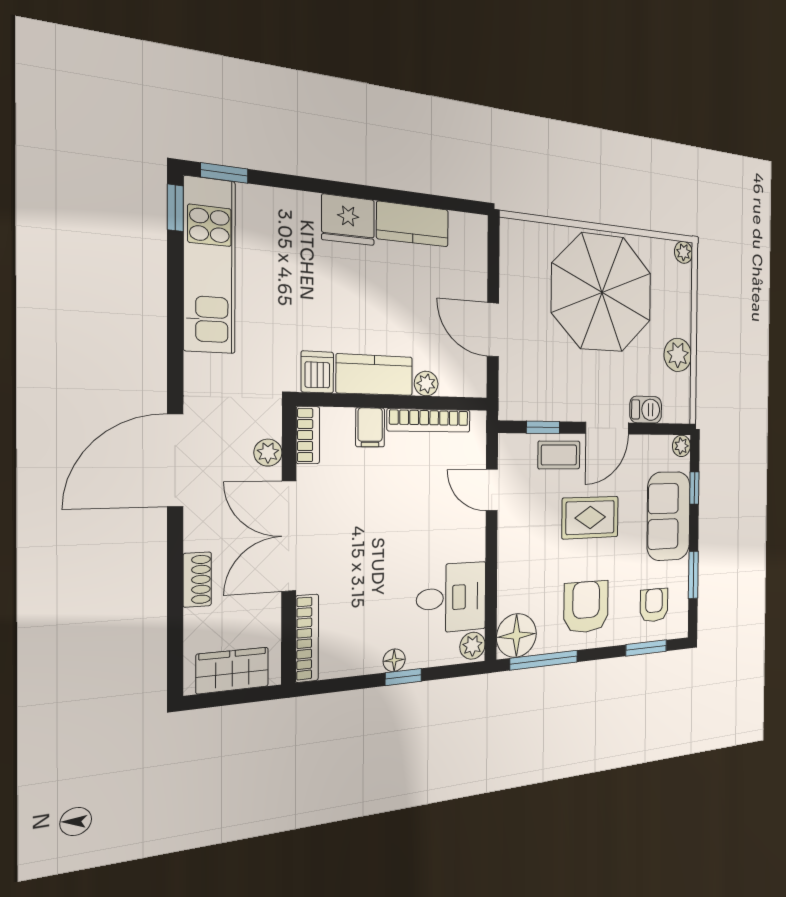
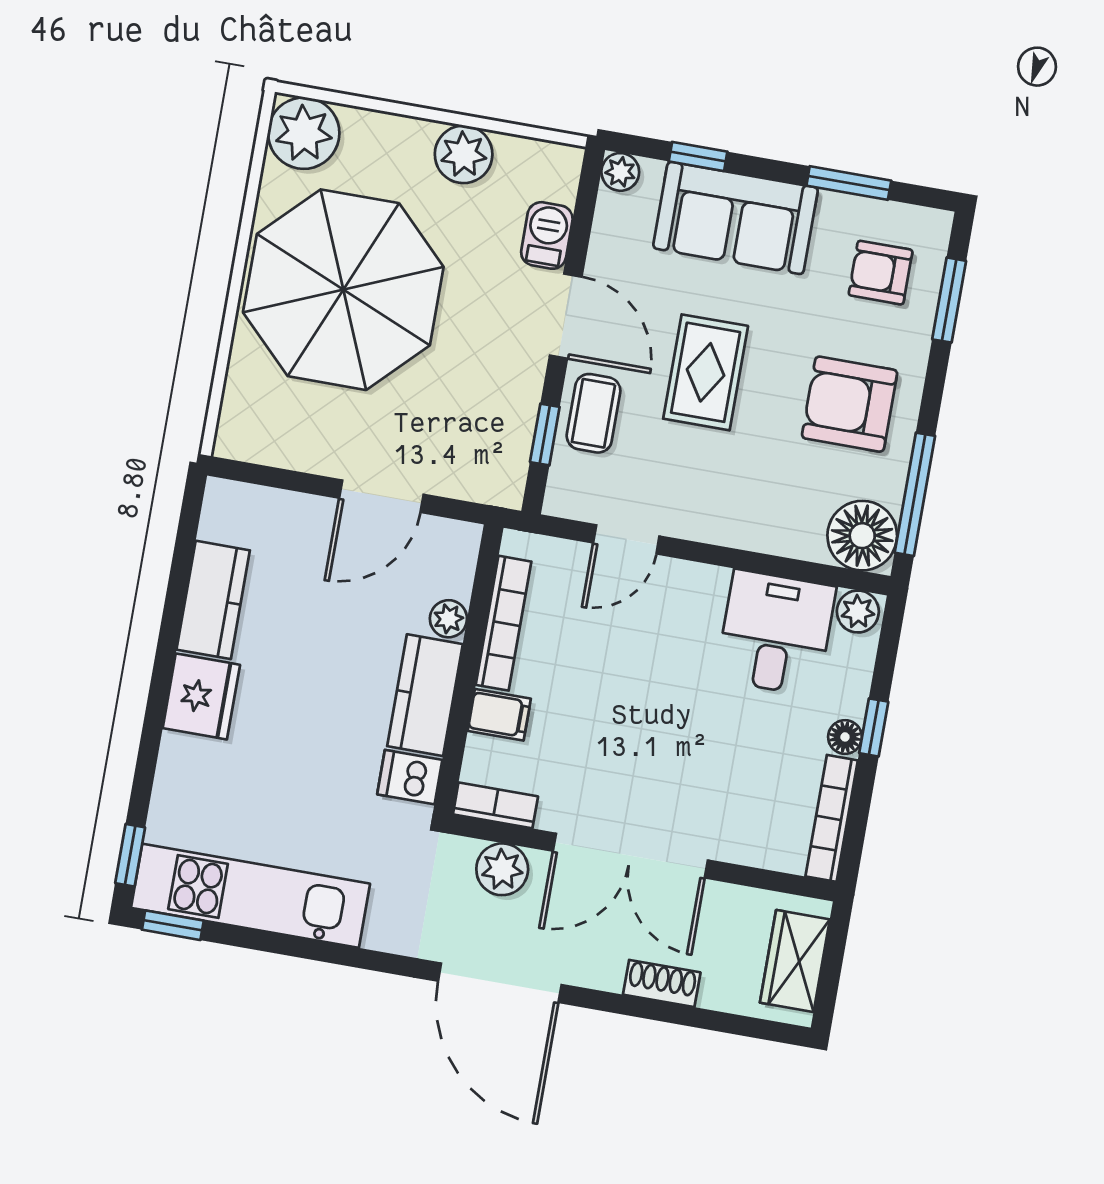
plant: (684, 252) -> (304, 133), width x1.88, depth x1.88
plant: (268, 453) -> (502, 869), width x1.38, depth x1.38
bookcase: (307, 638) -> (832, 818), moved, turned -90

